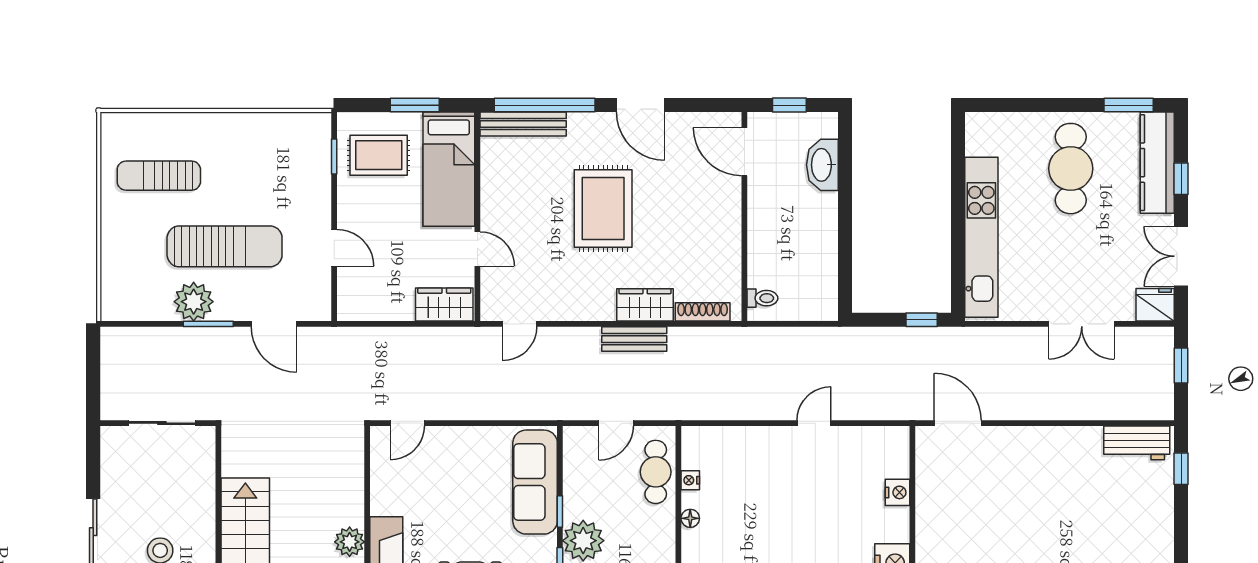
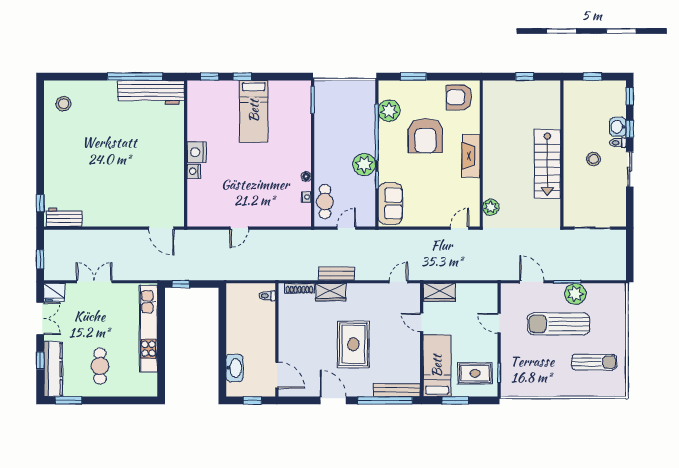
cafe table: (1071, 169) -> (100, 366), width x0.73, depth x0.74
sofa: (535, 482) -> (390, 204), width x0.73
nightstand: (898, 492) -> (194, 171), moved
plant: (350, 542) -> (491, 207), moved

